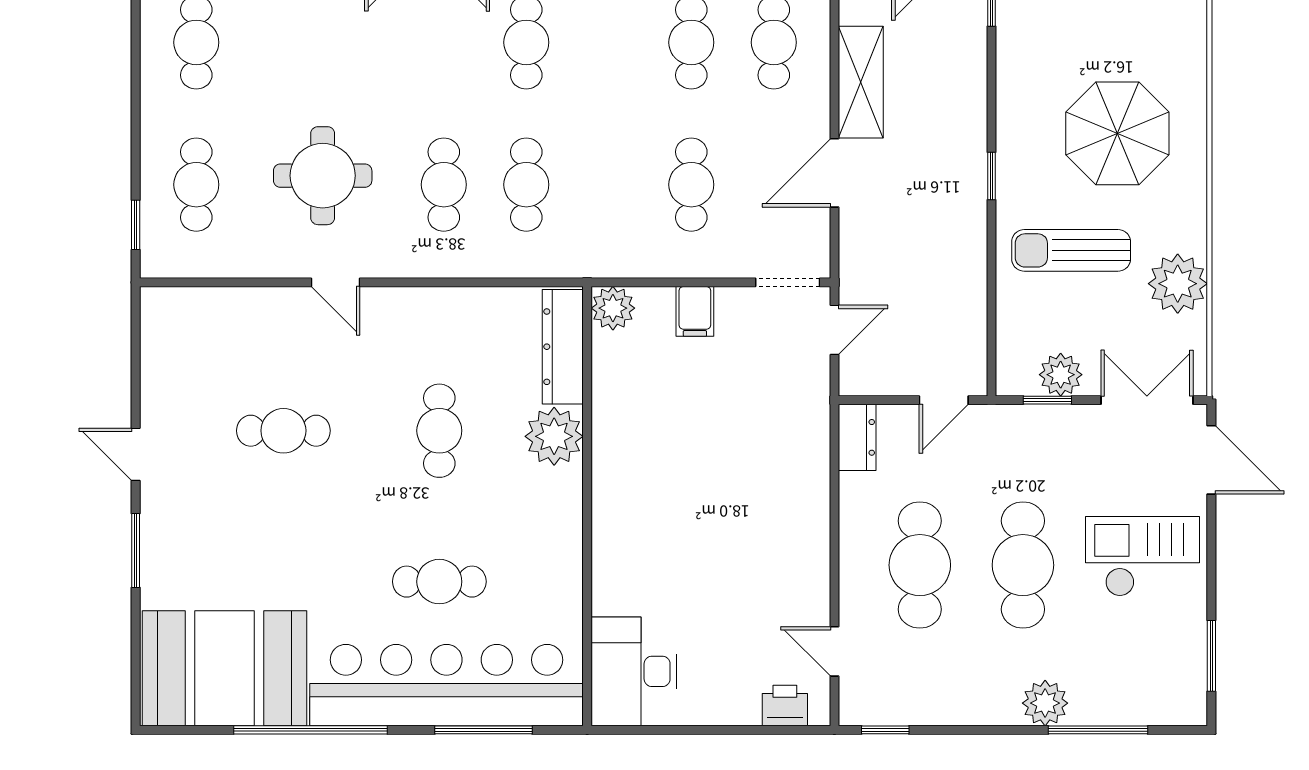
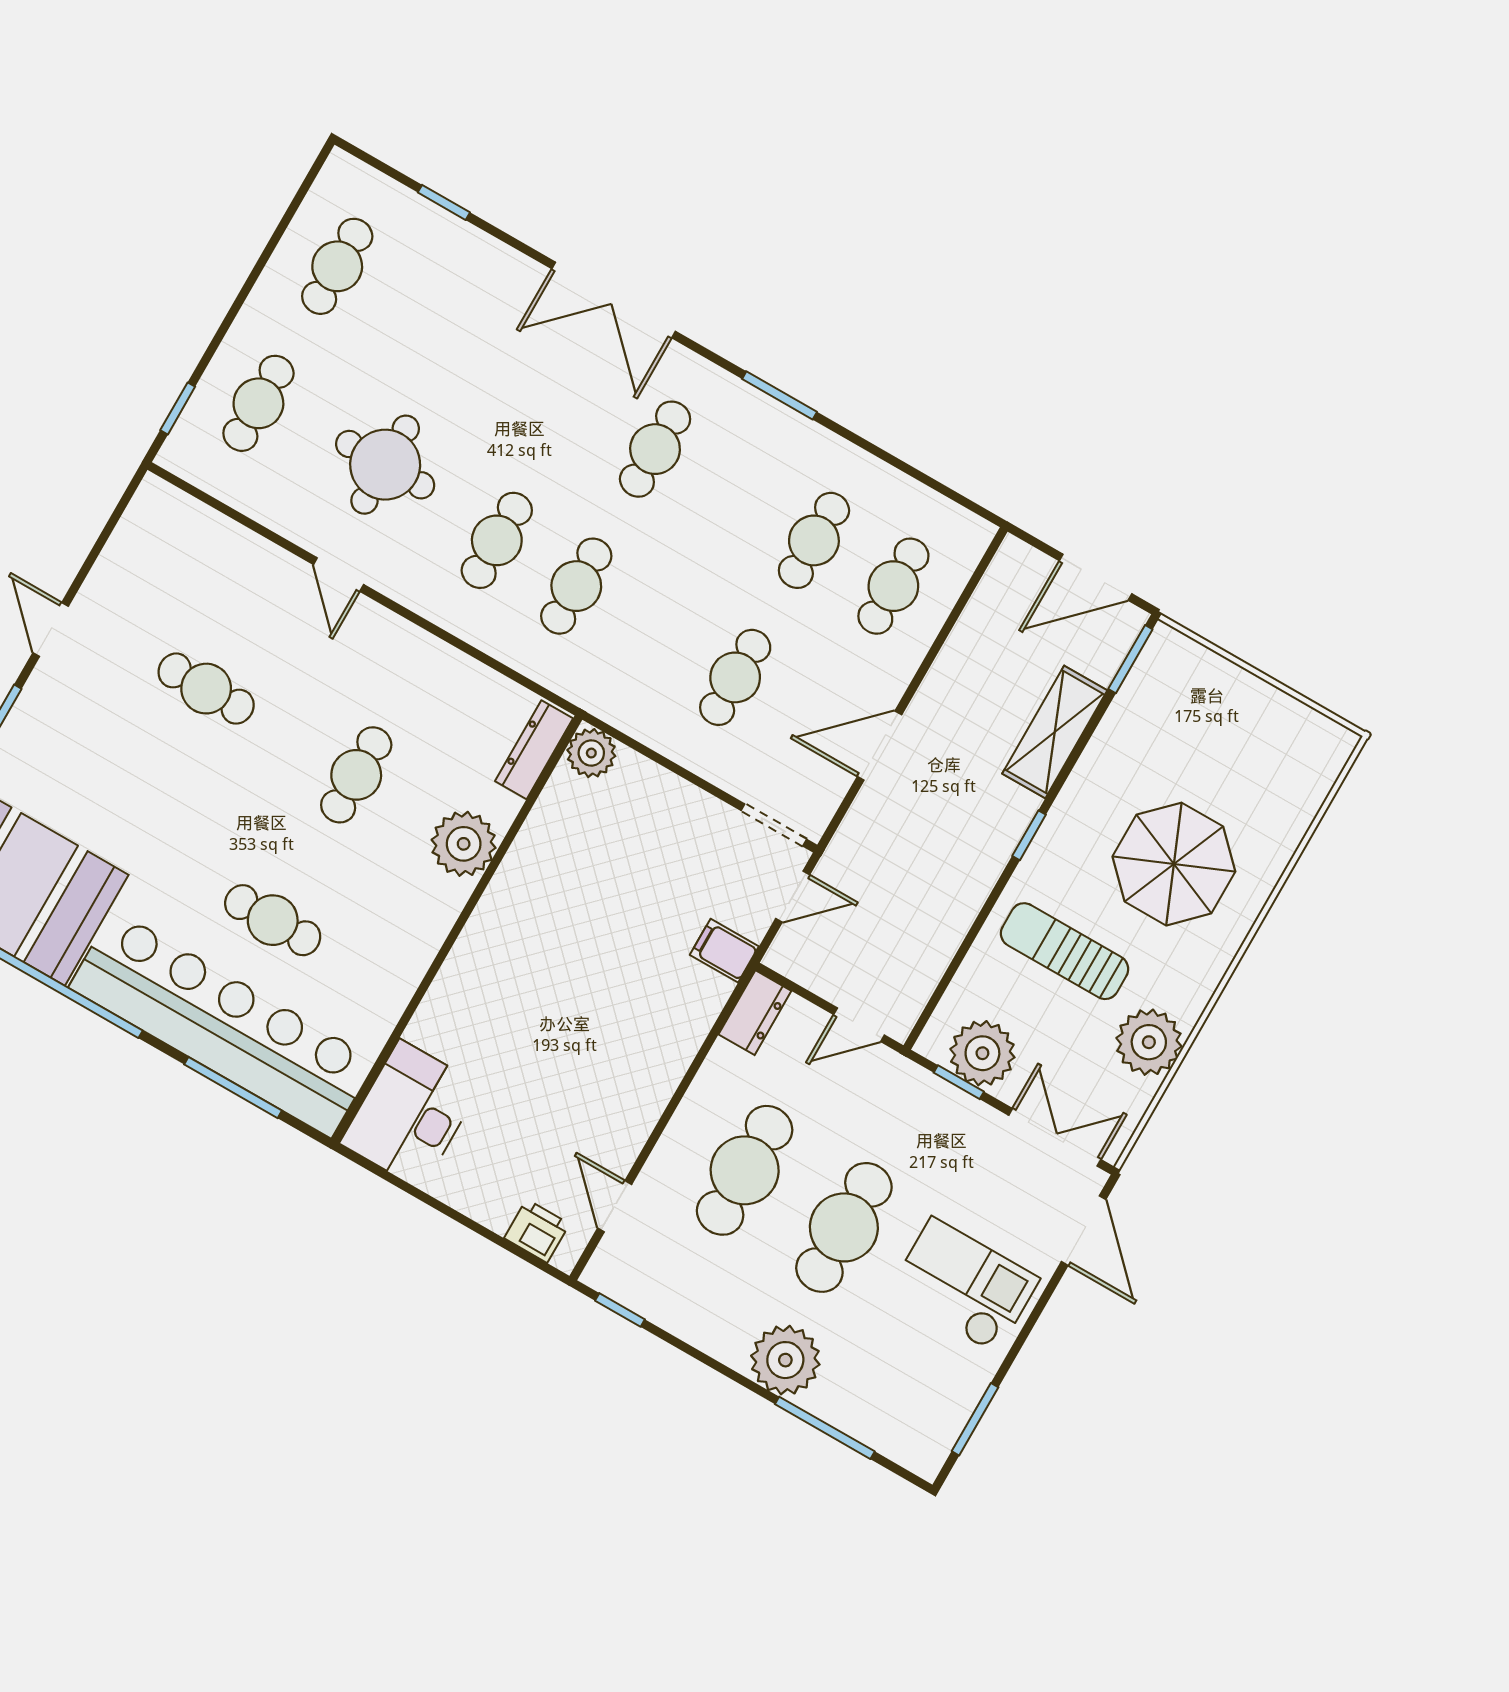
shelving: (861, 82) -> (1055, 732), moved
filing cabinet: (695, 311) -> (724, 951), moved, turned 90
dresser: (563, 347) -> (534, 750), width x0.73, depth x0.80
plant: (1061, 375) -> (982, 1053), width x1.36, depth x1.36
plant: (1045, 703) -> (785, 1360), width x1.36, depth x1.36

